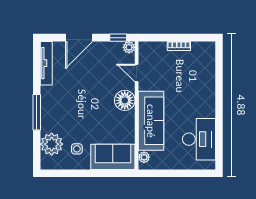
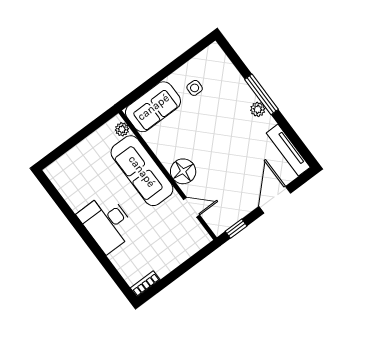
bookcase: (179, 46) -> (145, 284), moved
plant: (129, 47) -> (218, 227), removed
desk: (199, 139) -> (107, 223), moved
plant: (52, 144) -> (258, 109), moved, width x0.53, depth x0.53

